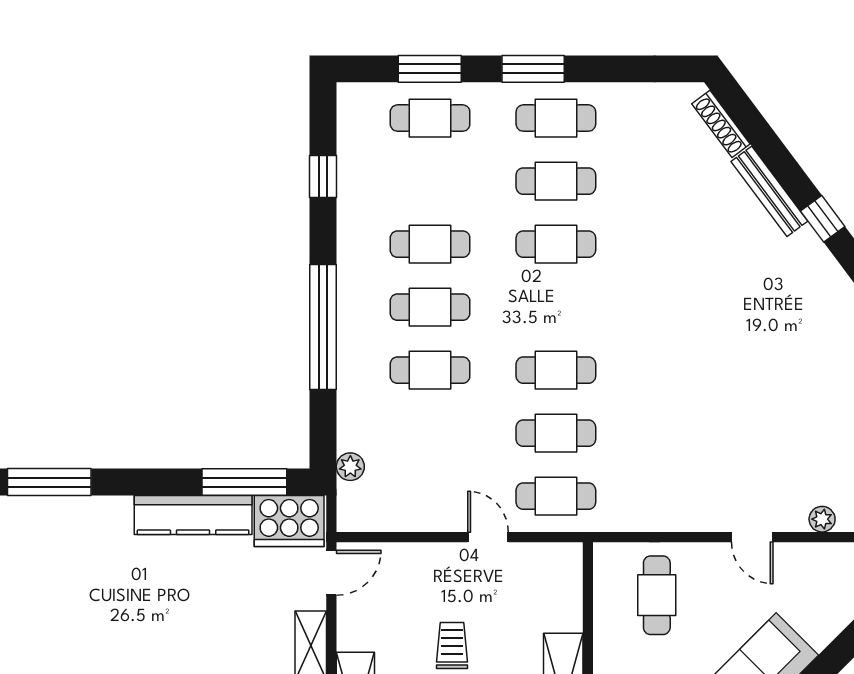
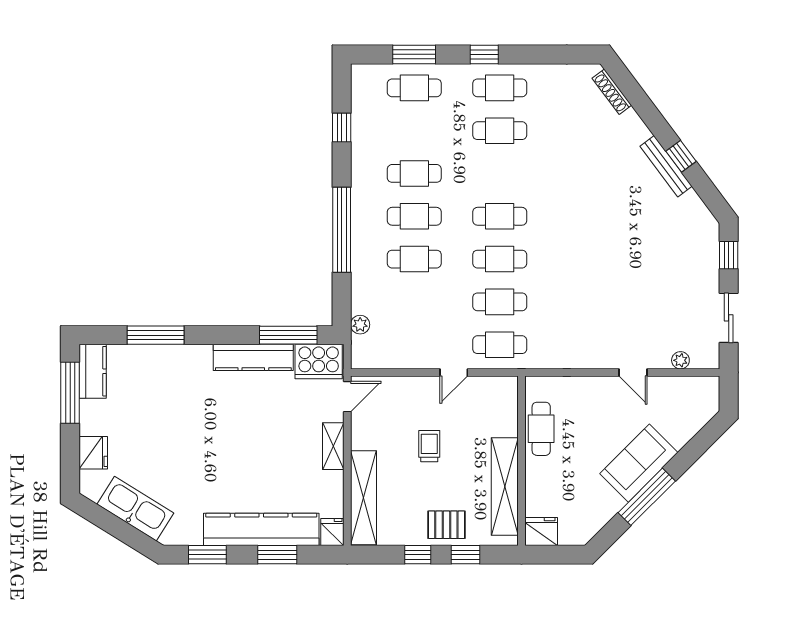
window: (533, 69) -> (484, 54), width x0.67
bench: (769, 191) -> (666, 166), moved
cafe table: (556, 244) -> (500, 216), moved
door: (488, 537) -> (454, 372), swing flipped
cafe table: (657, 595) -> (541, 429), moved

